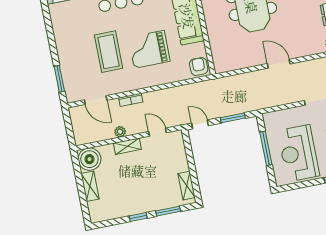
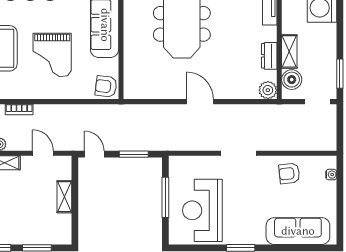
grand piano: (149, 49) -> (52, 55), turned -90
armchair: (199, 67) -> (106, 86), turned -83
shelving: (187, 186) -> (64, 197), moved

